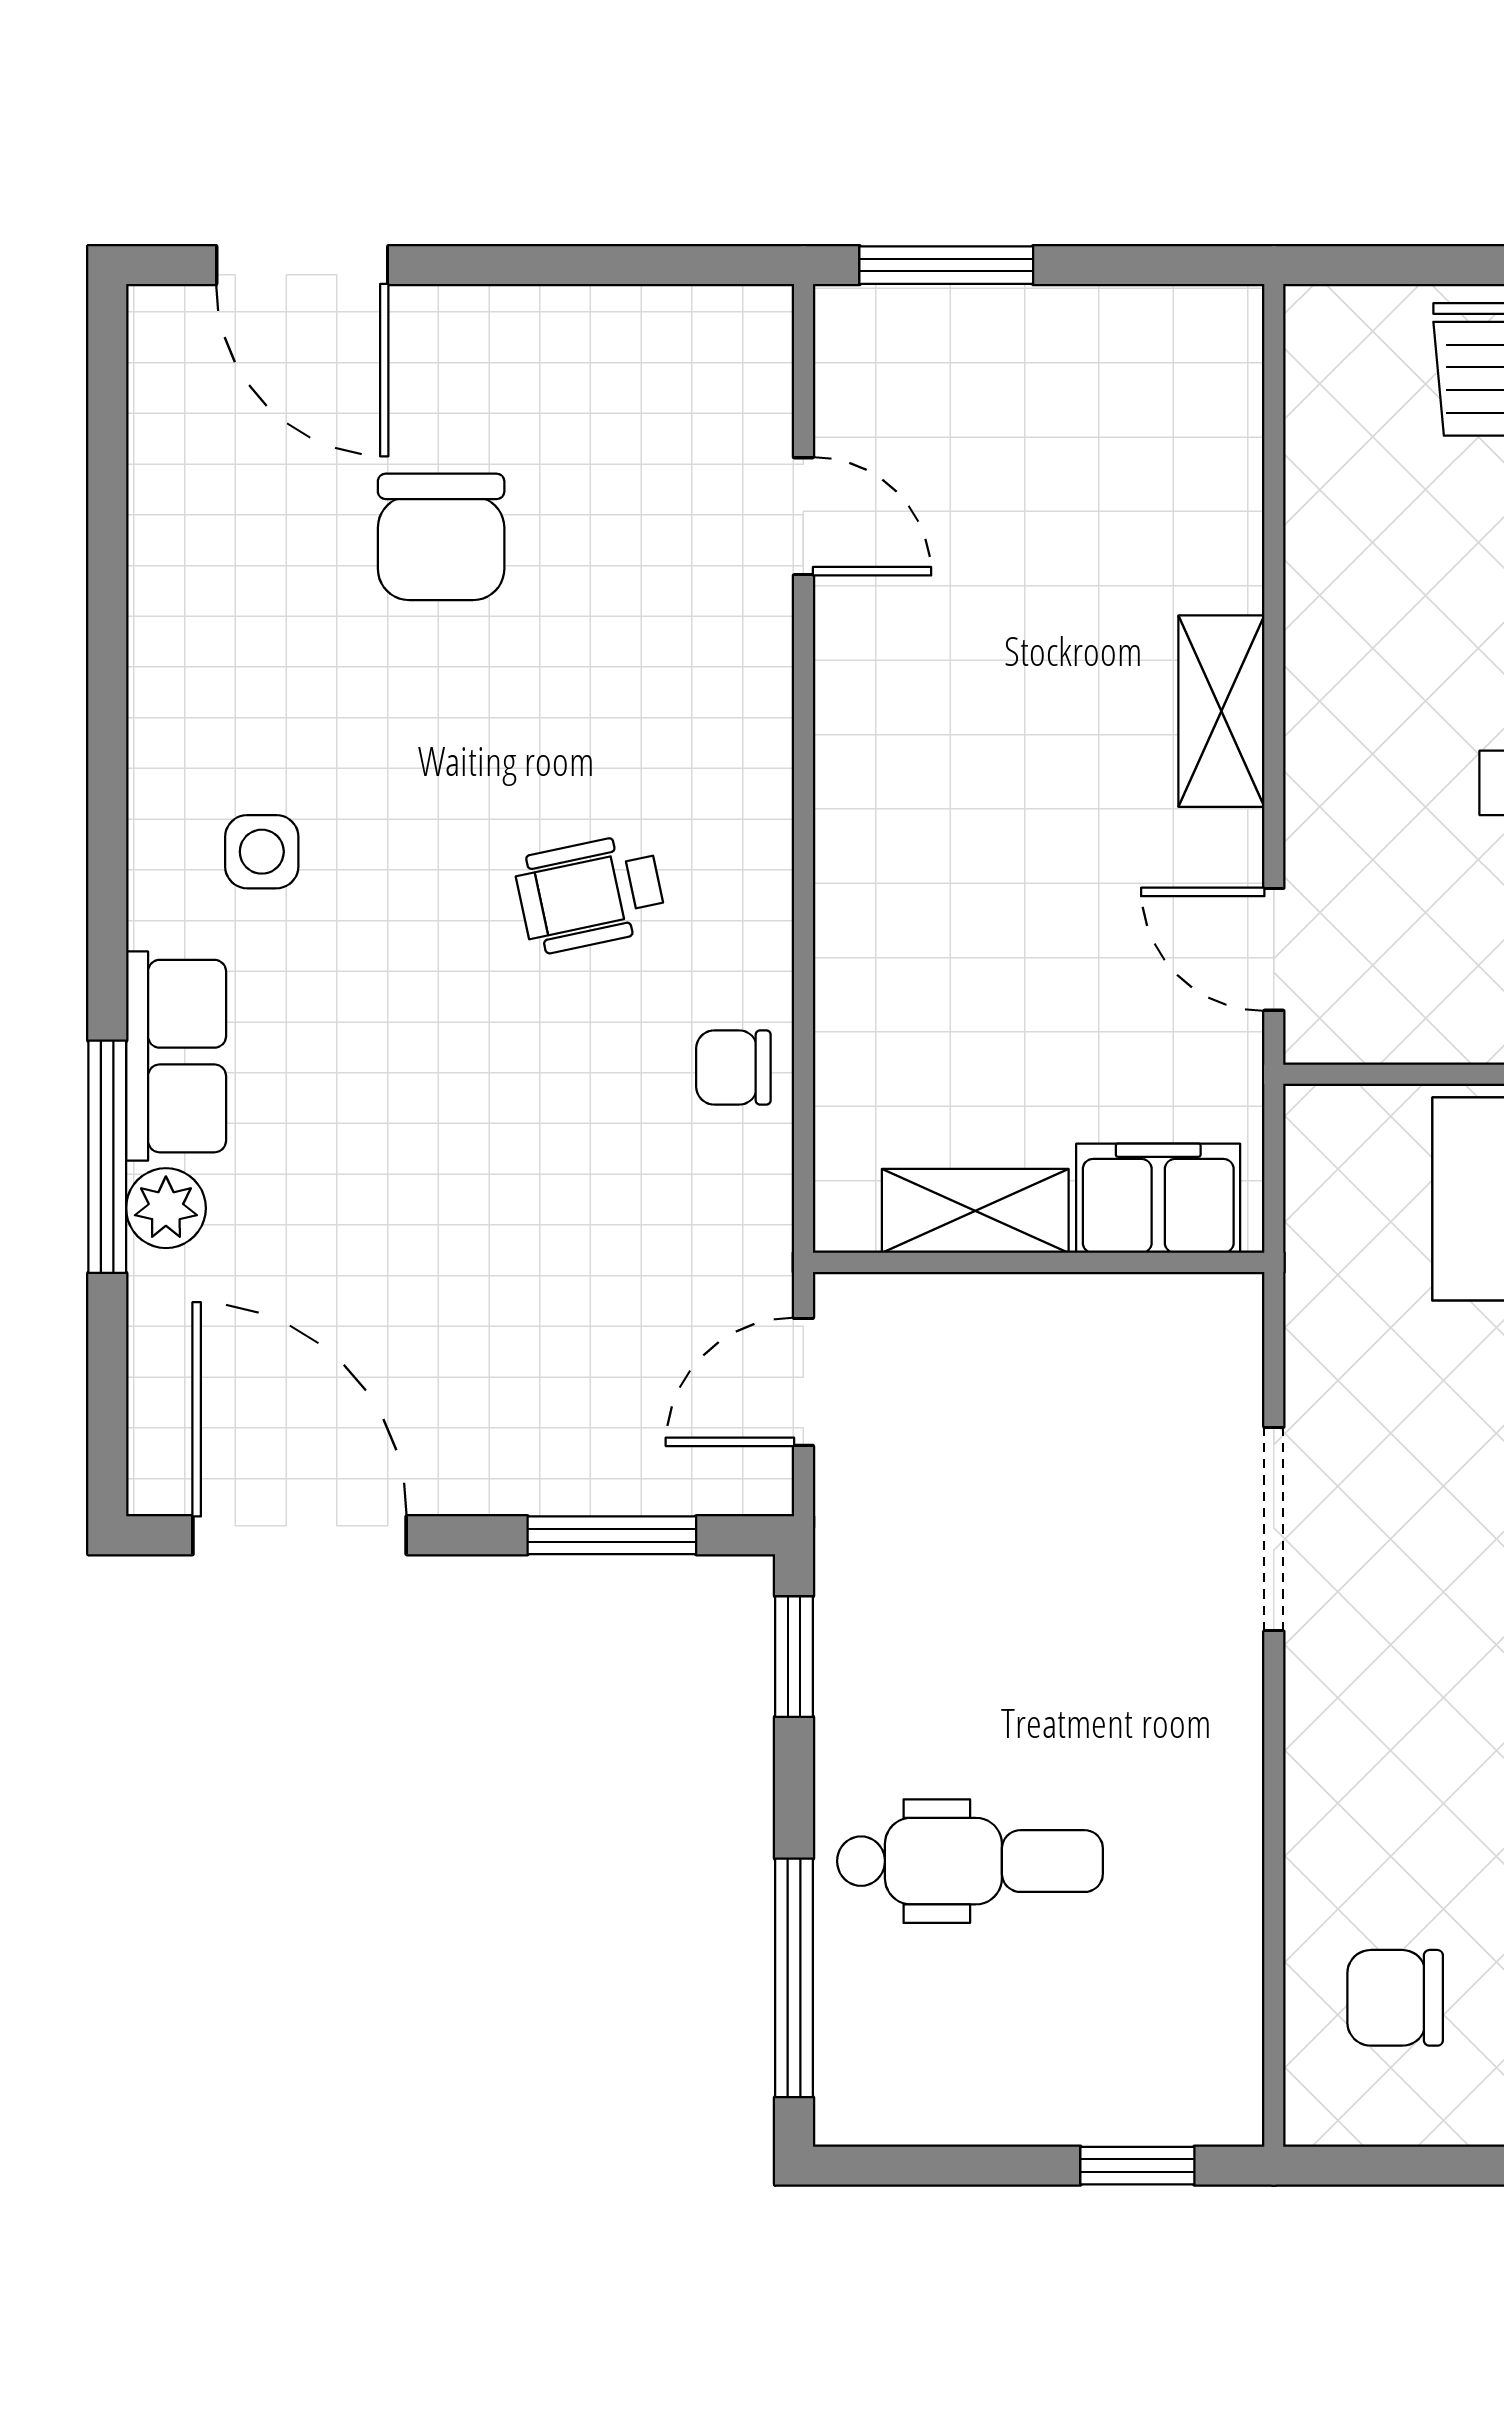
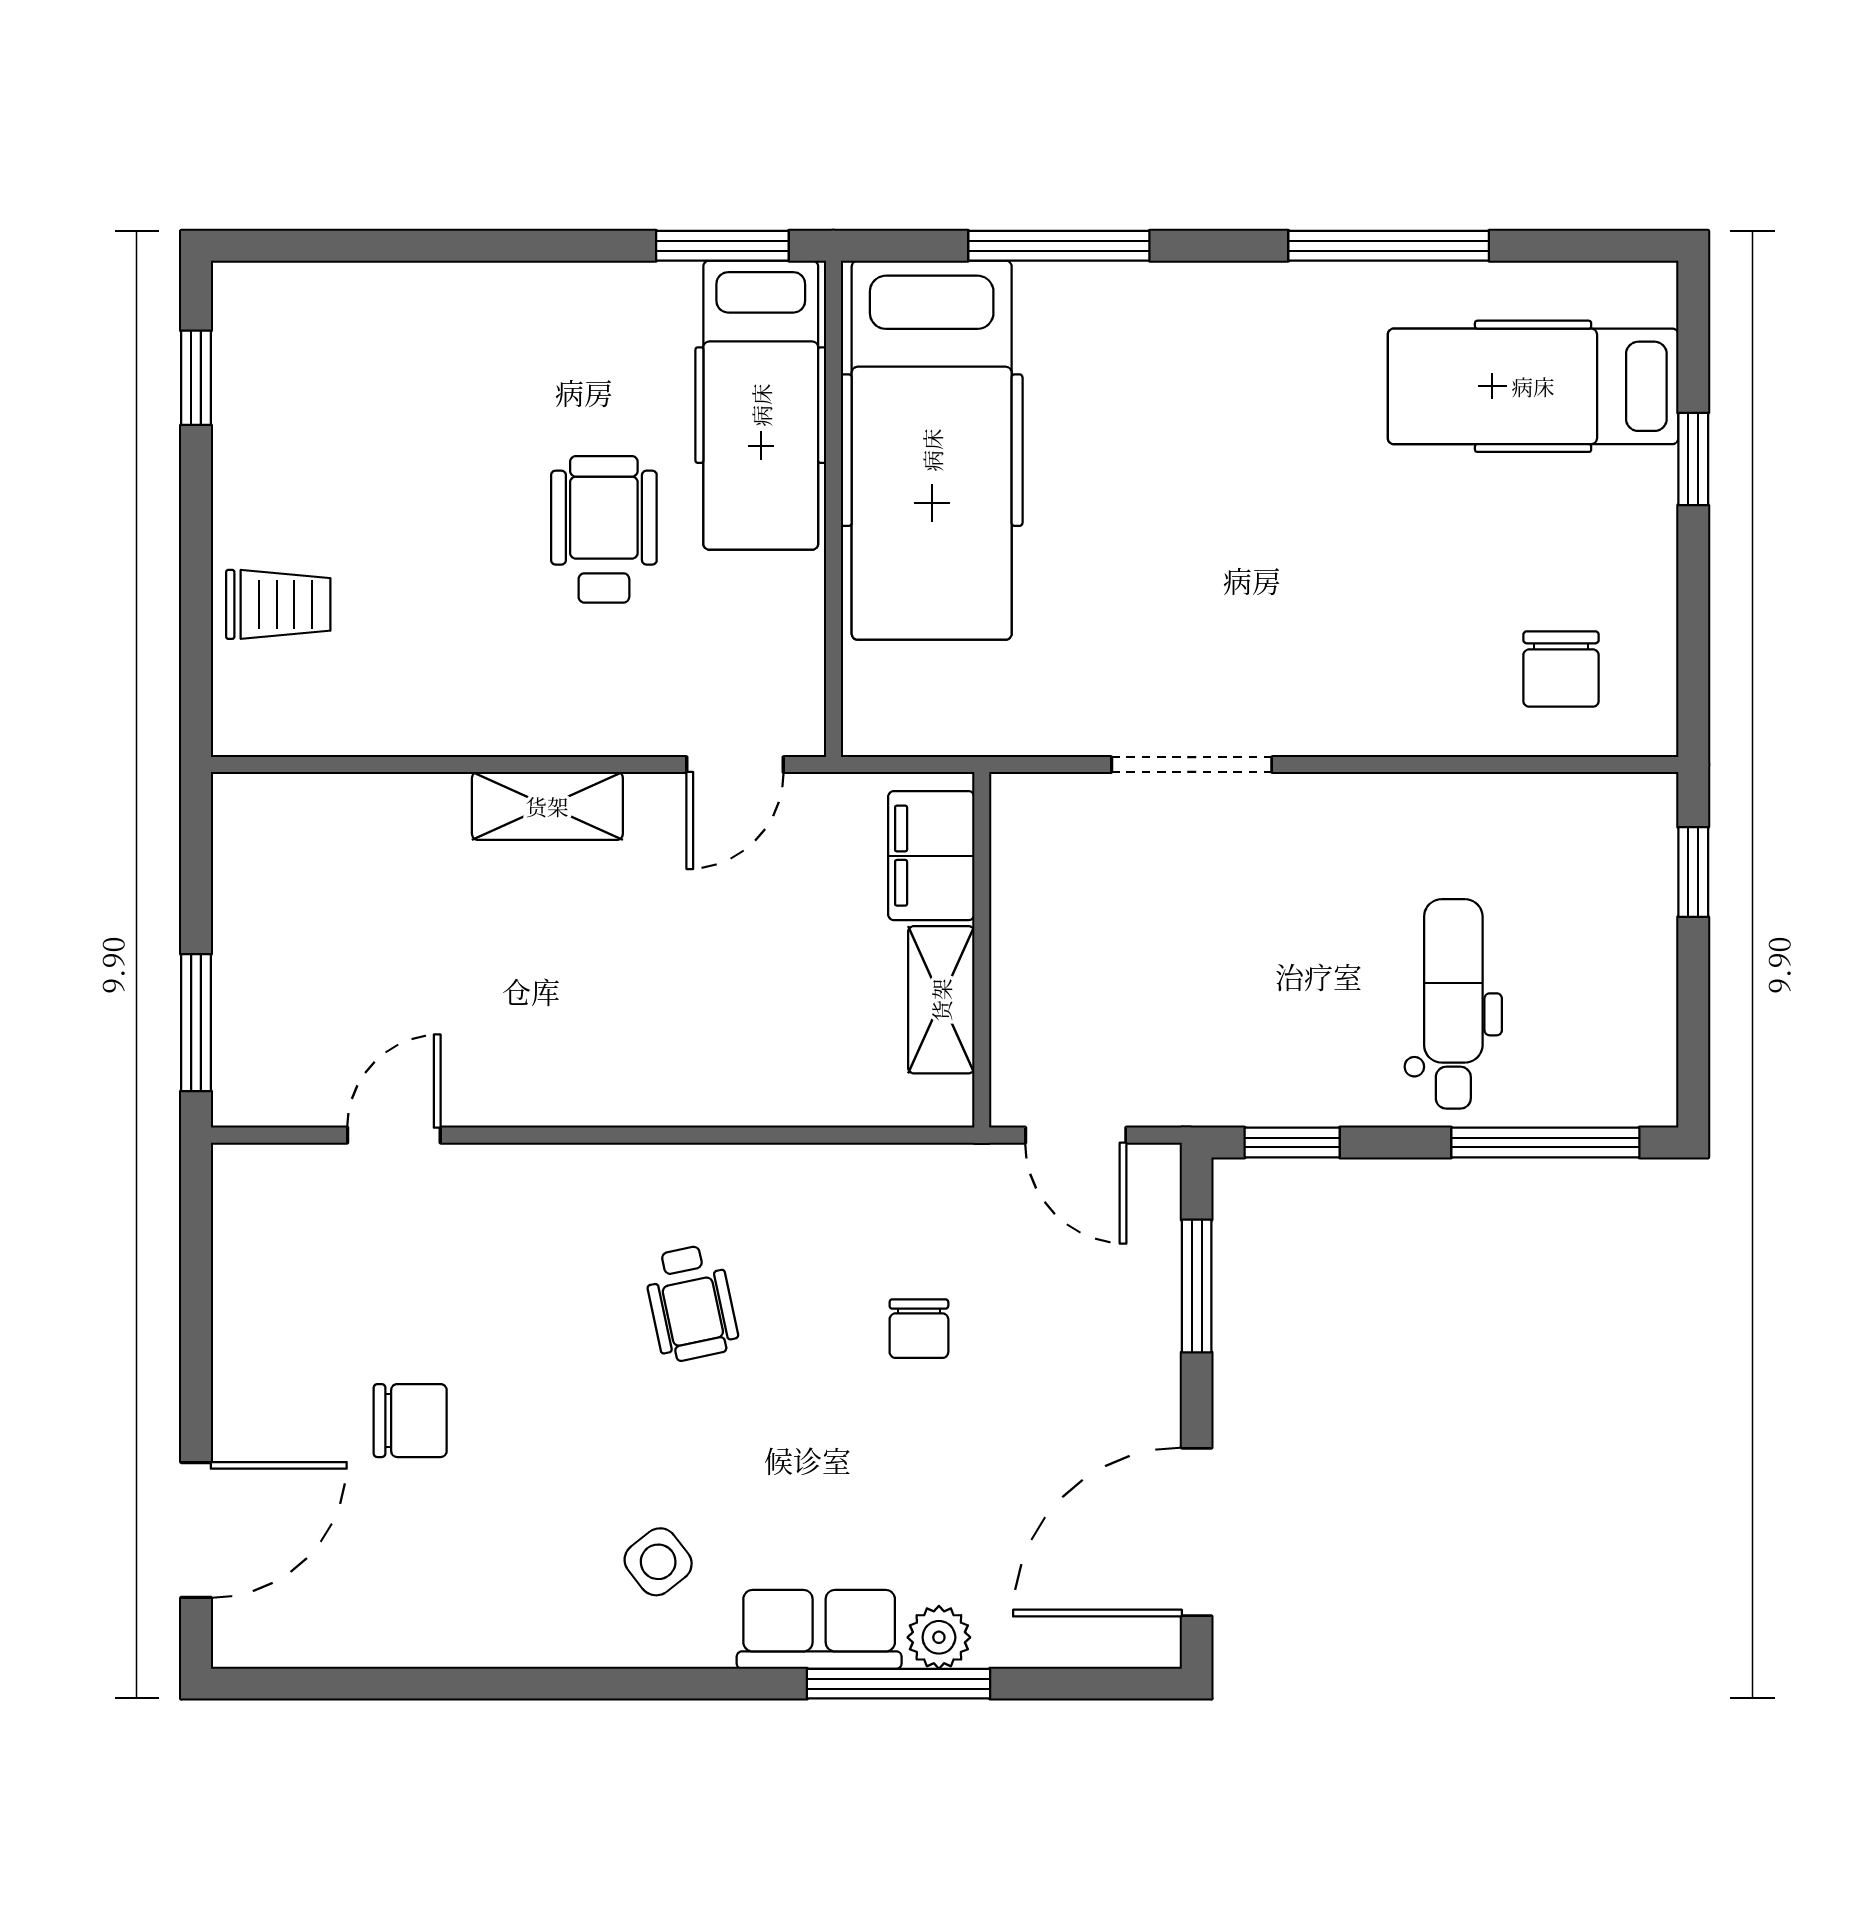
chair: (441, 537) -> (410, 1421), width x0.73, depth x0.73
side table: (262, 852) -> (658, 1562), turned -38
chair: (733, 1068) -> (919, 1329), moved

